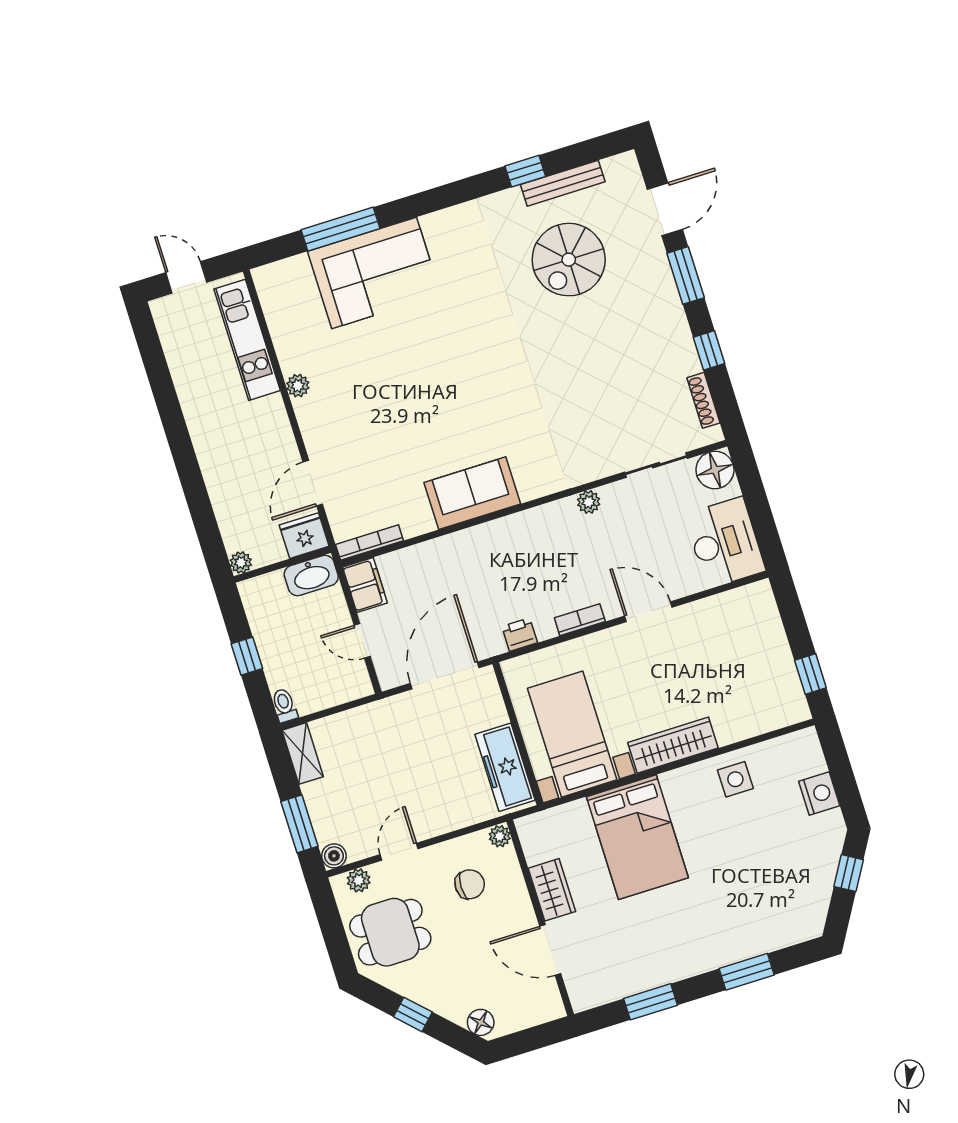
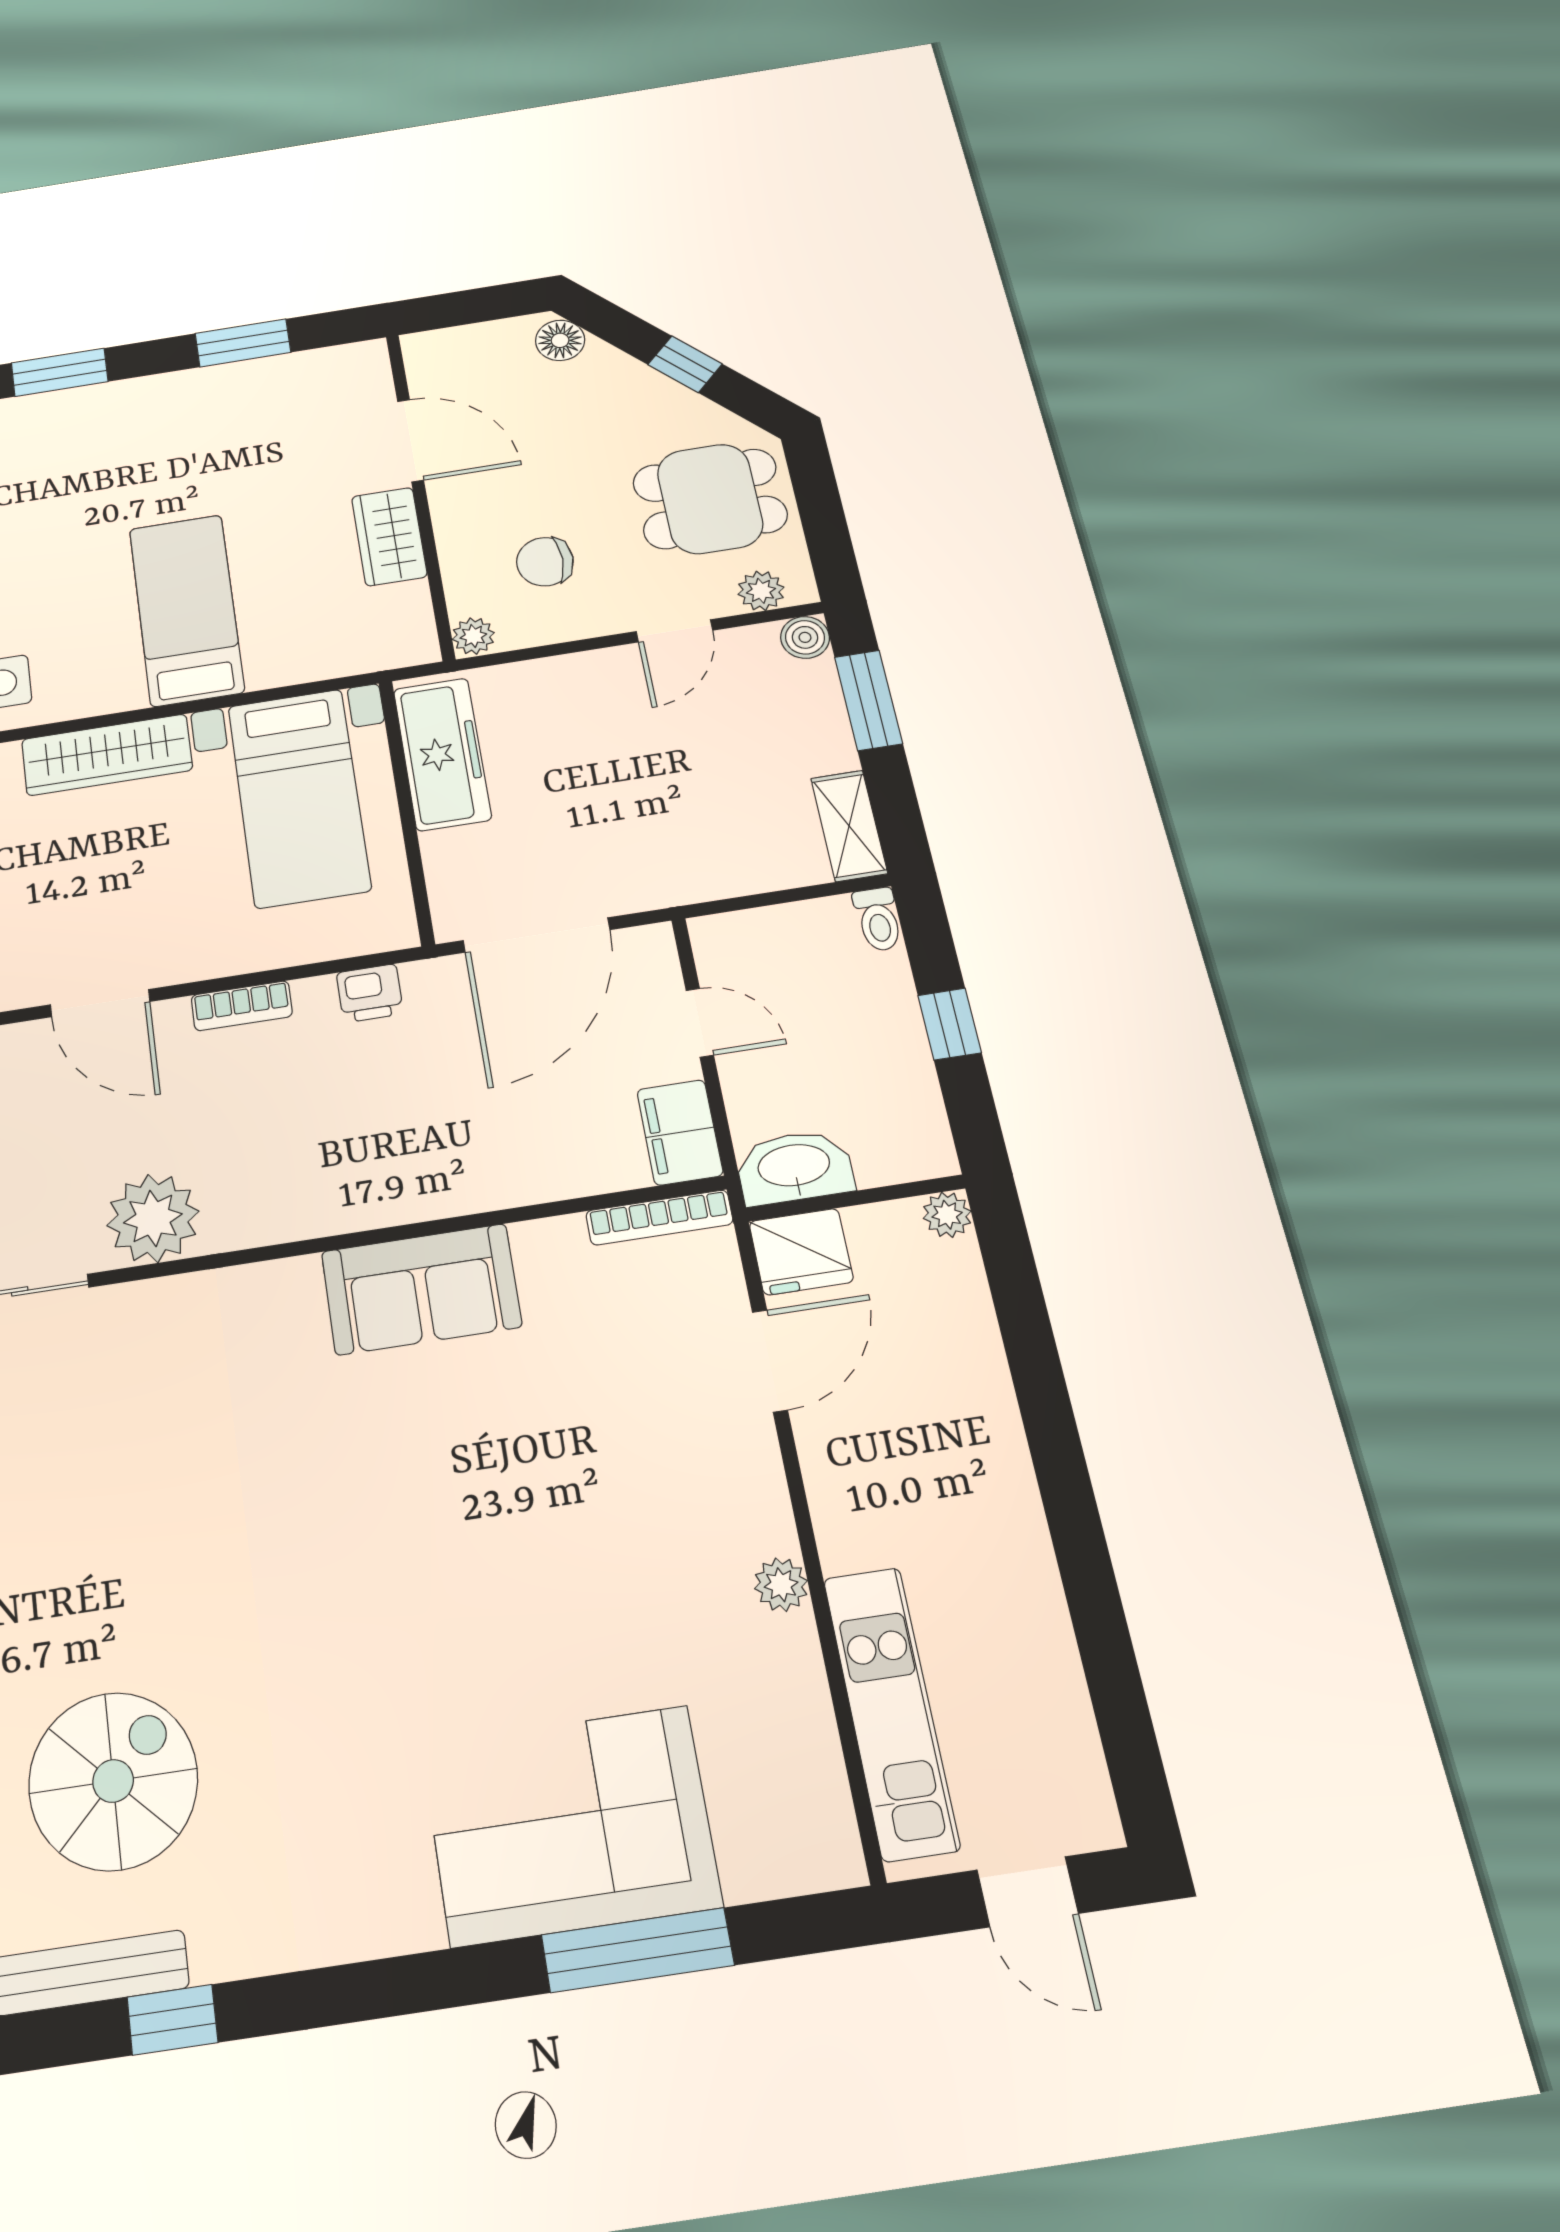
plant: (589, 502) -> (153, 1218), width x1.88, depth x1.88
bed: (637, 837) -> (186, 610), width x0.67

